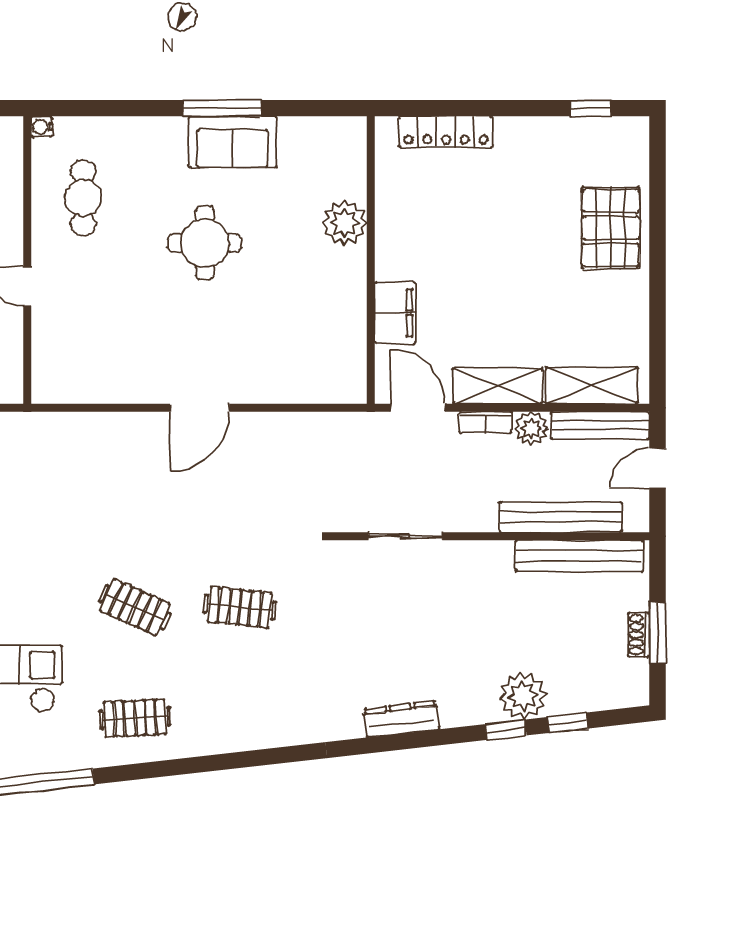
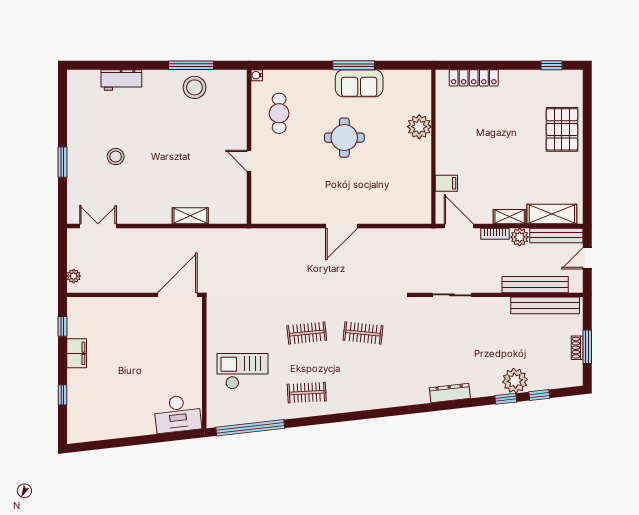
filing cabinet: (395, 313) -> (446, 183), width x0.50
shelving: (498, 386) -> (510, 217), width x0.67, depth x0.75
clothes rail: (135, 607) -> (307, 333), turned -30

